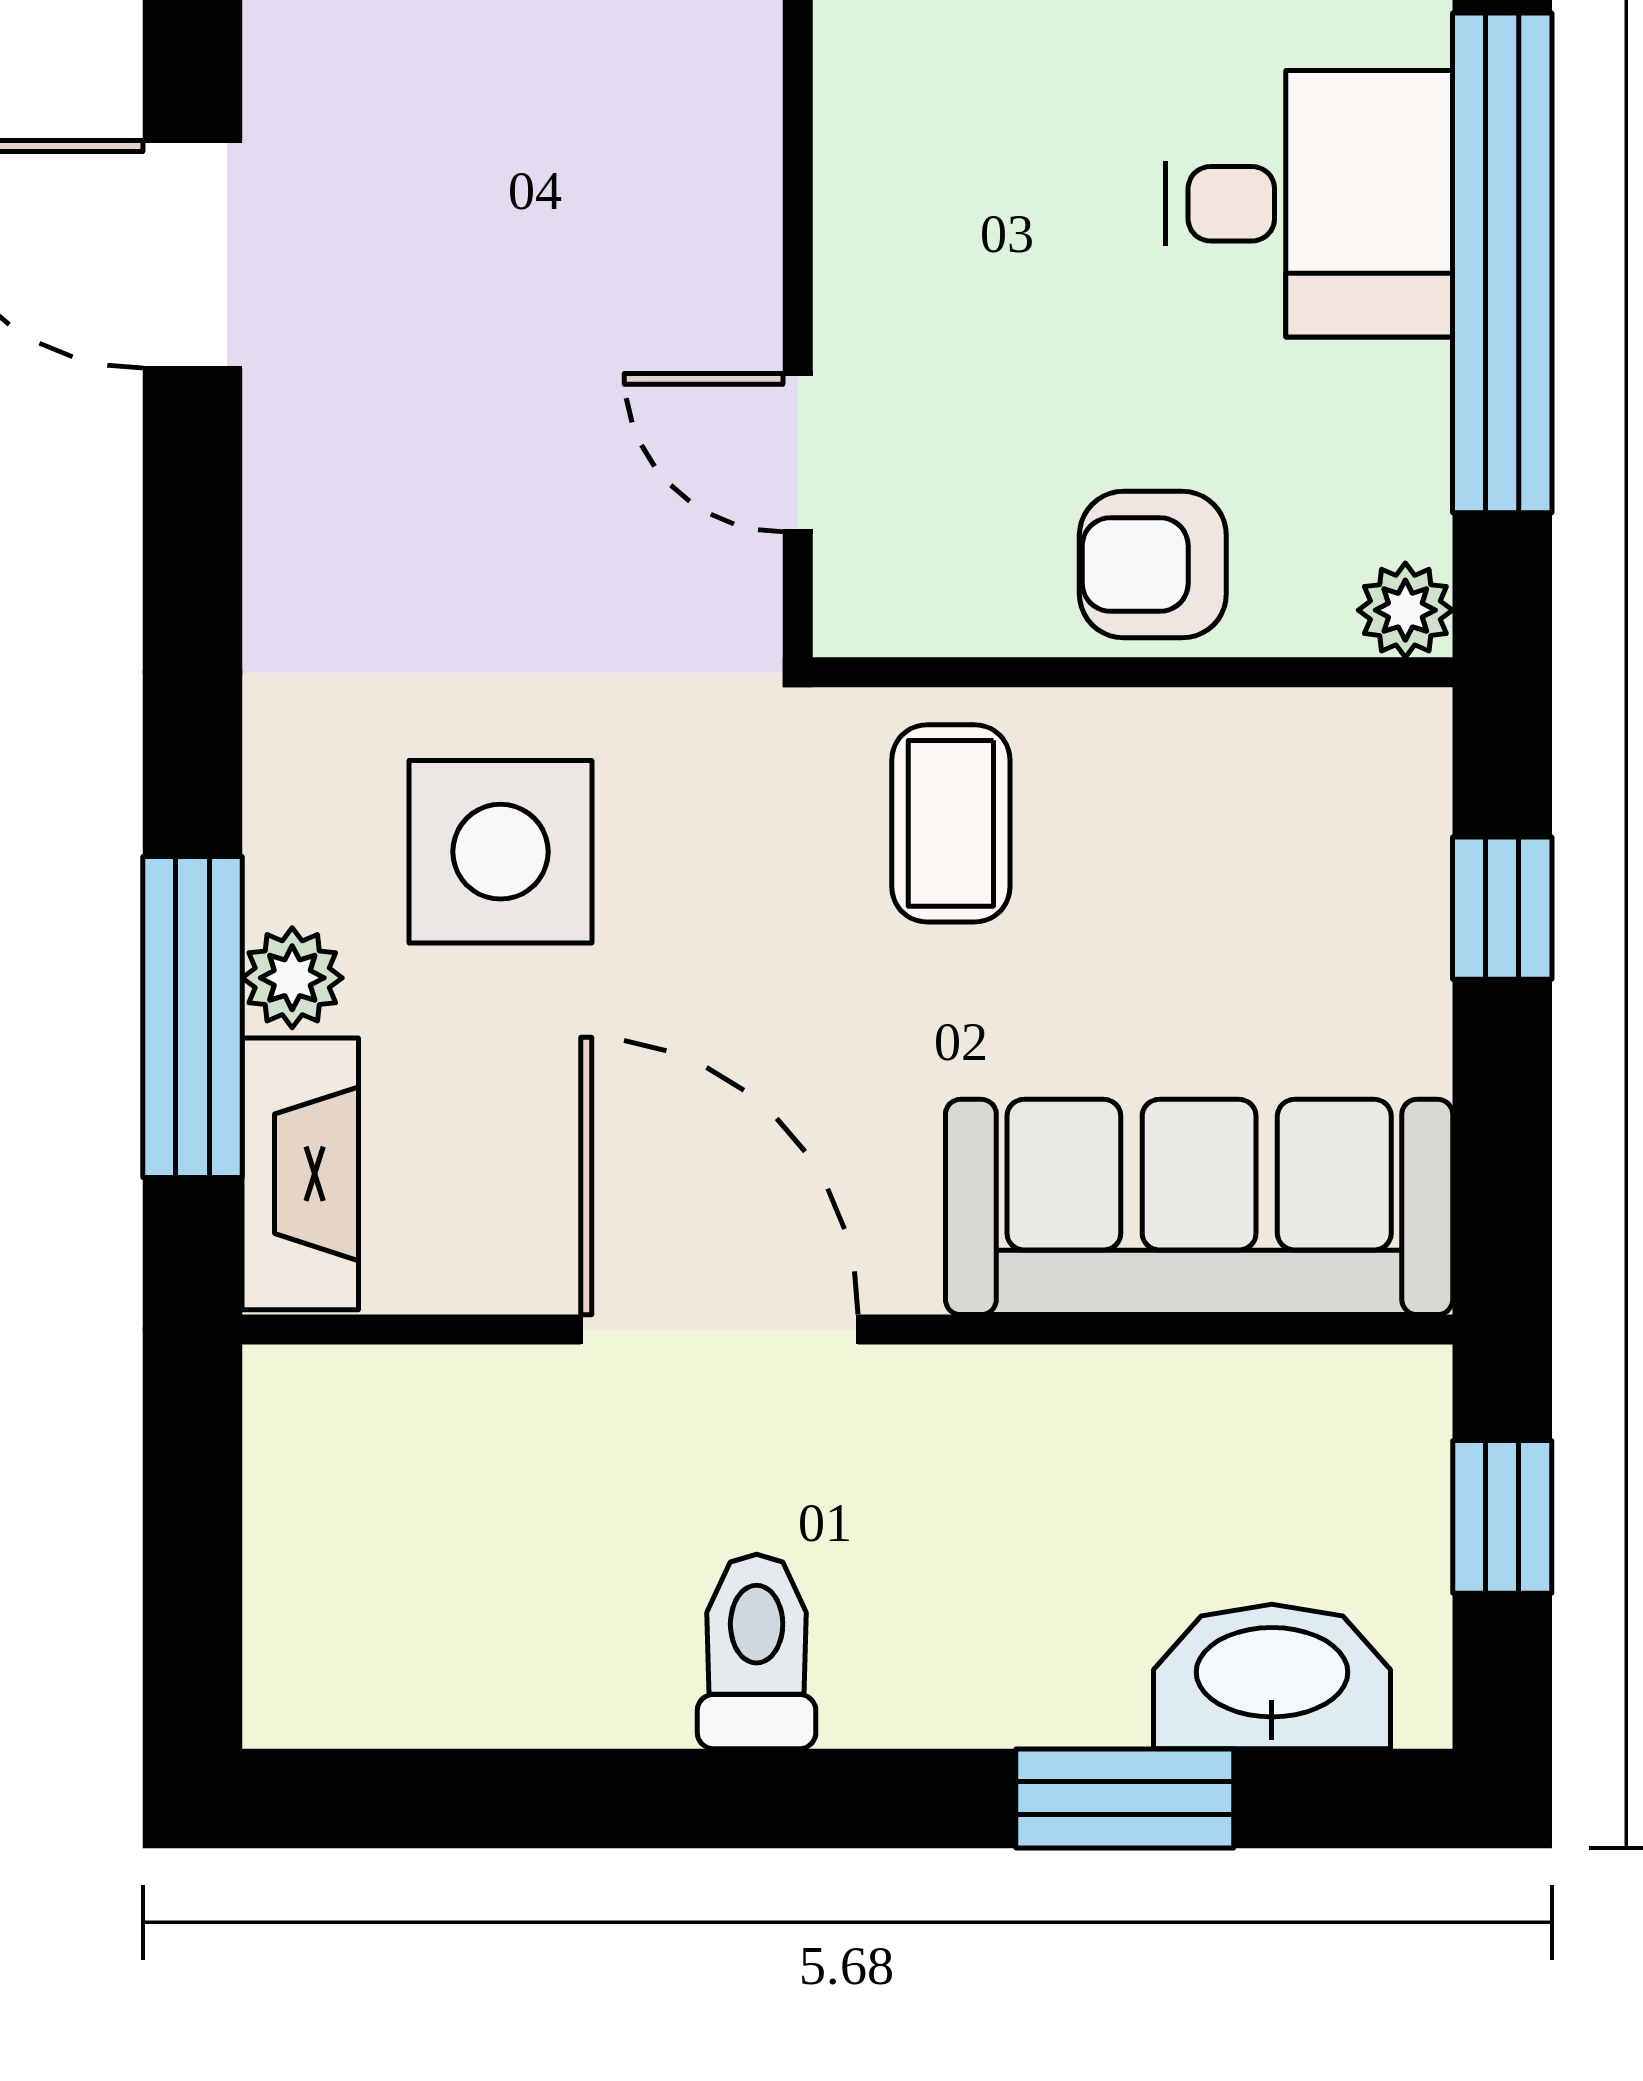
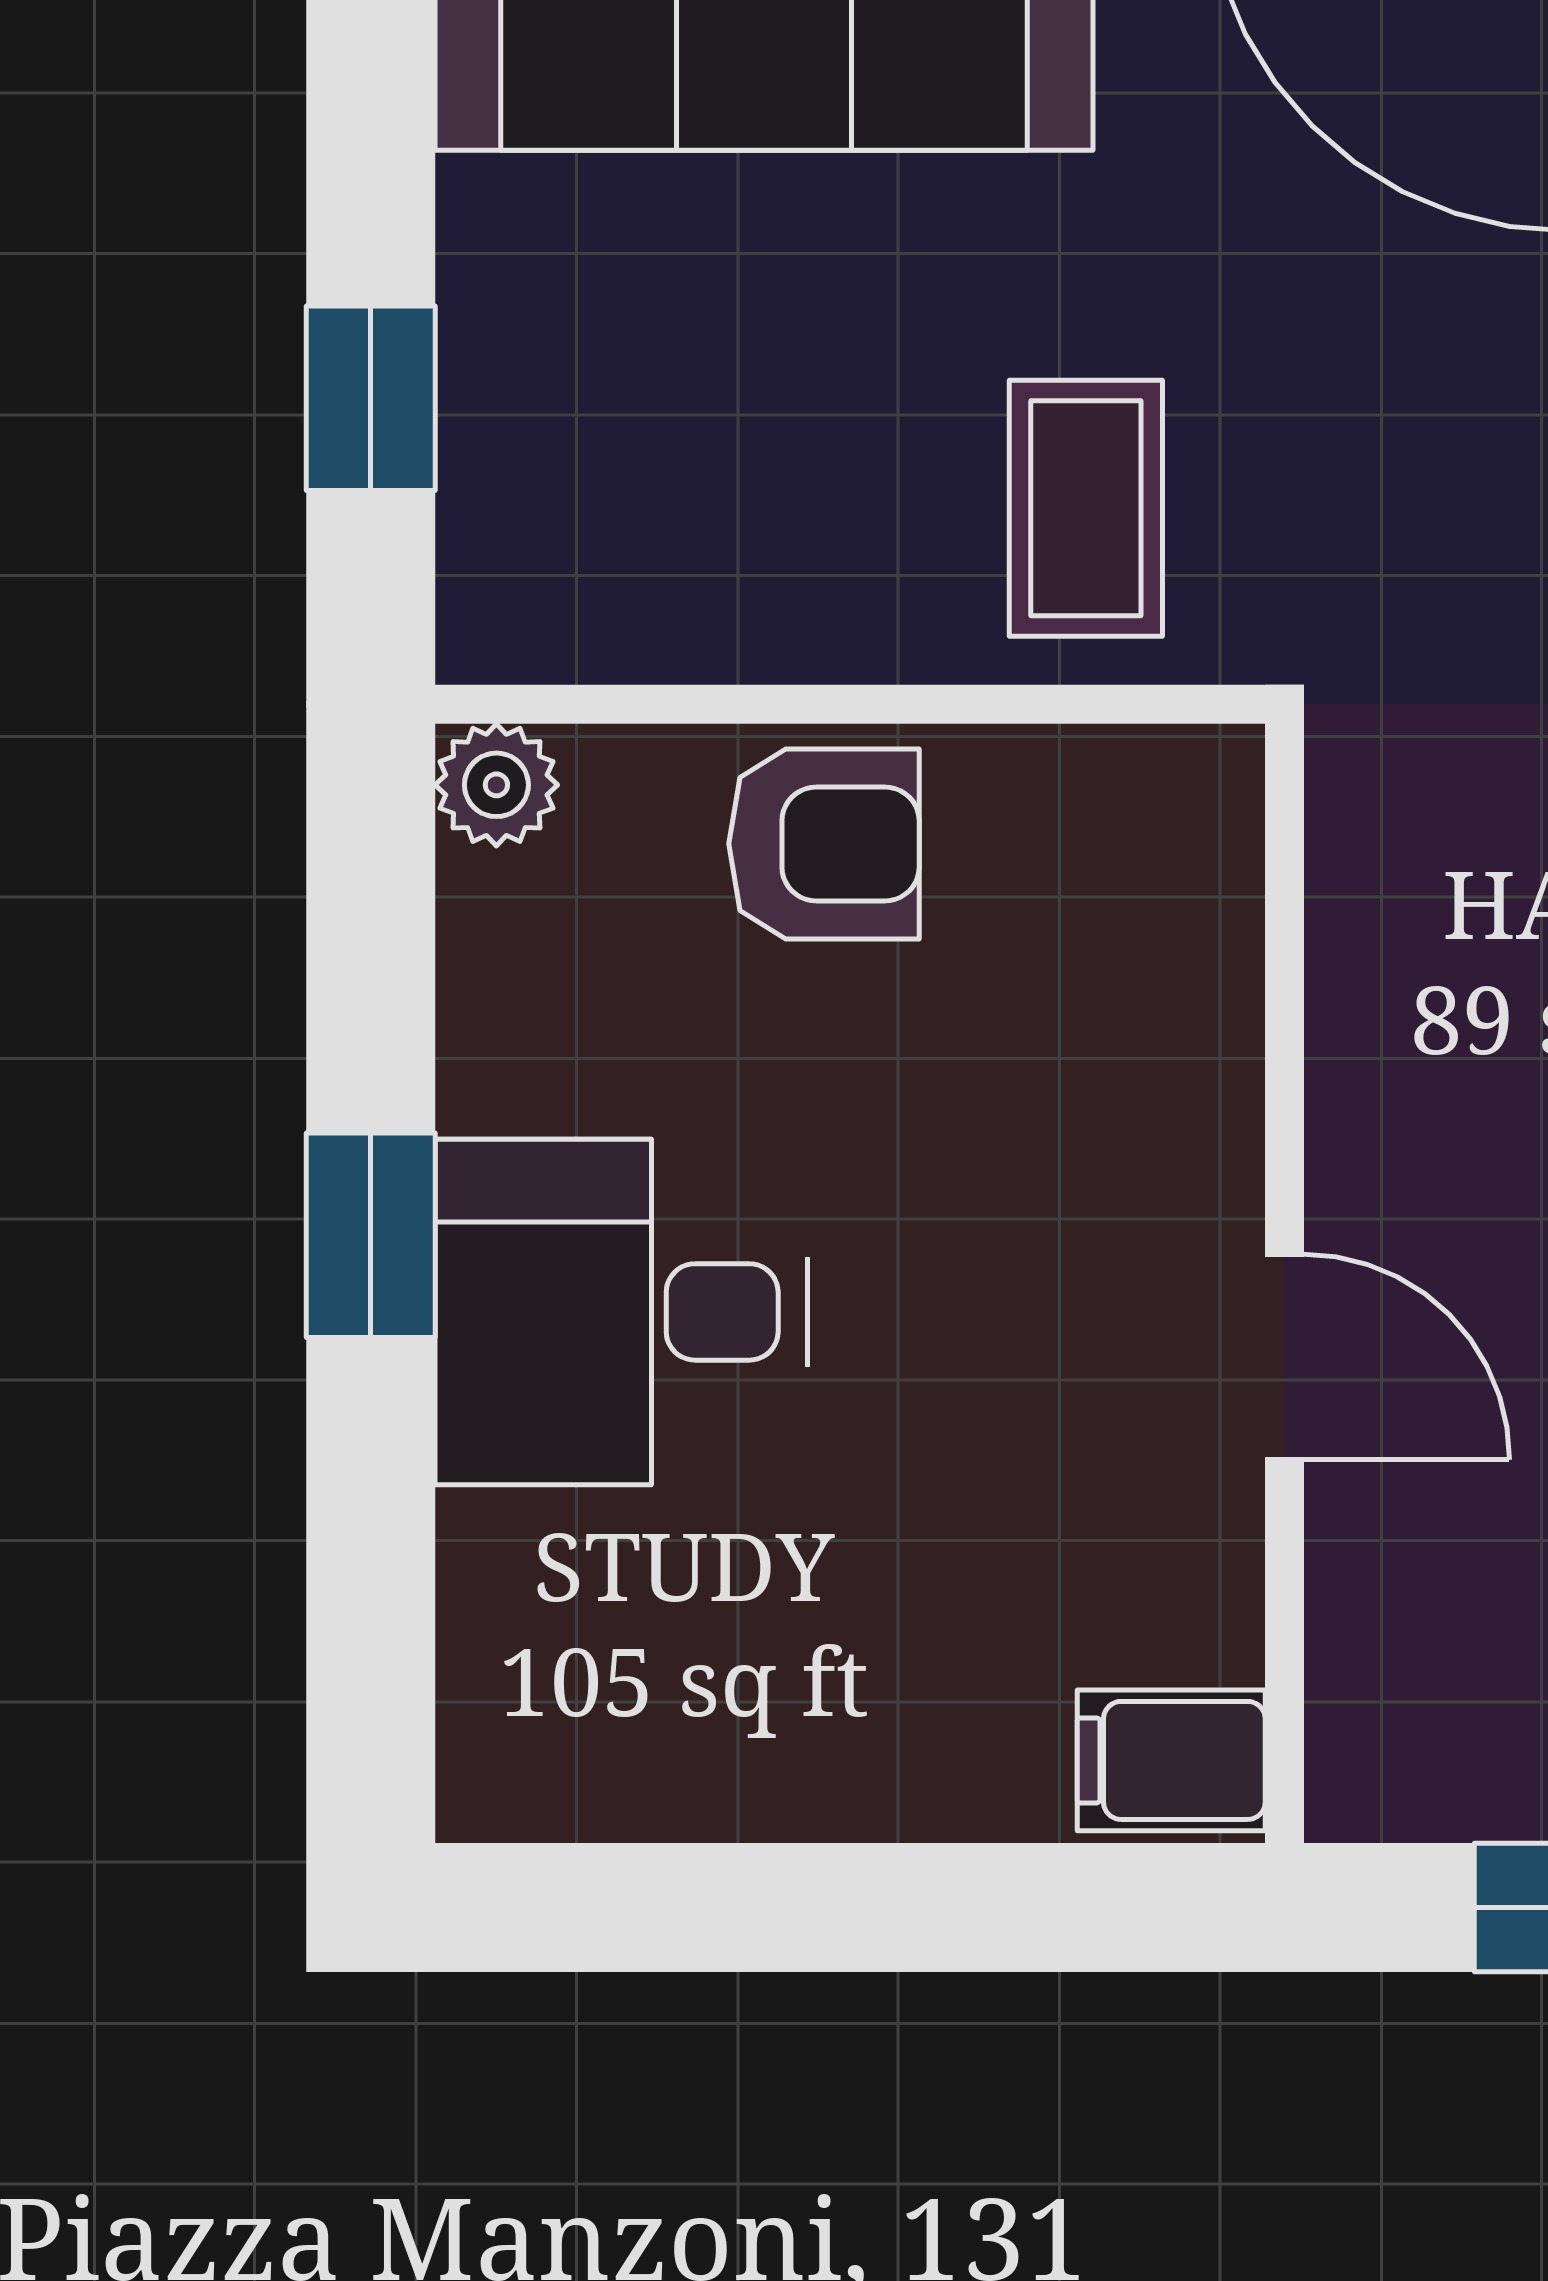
window: (1502, 263) -> (371, 1235), width x0.32
door: (798, 453) -> (1284, 1357), moved

